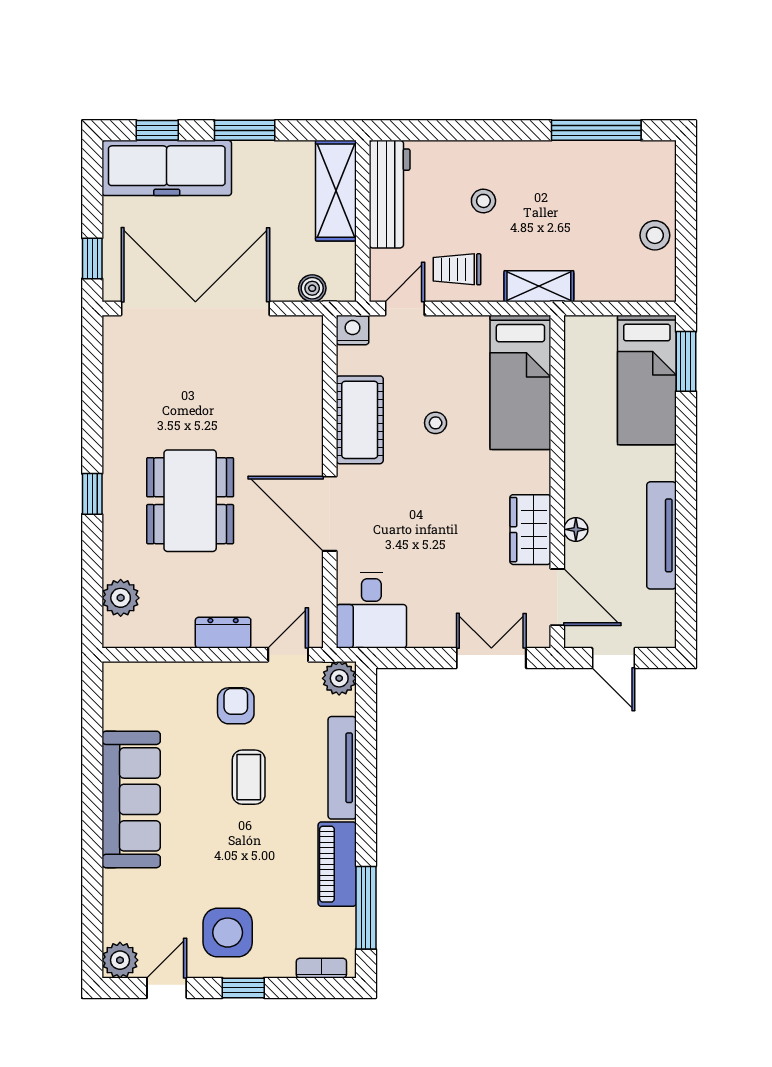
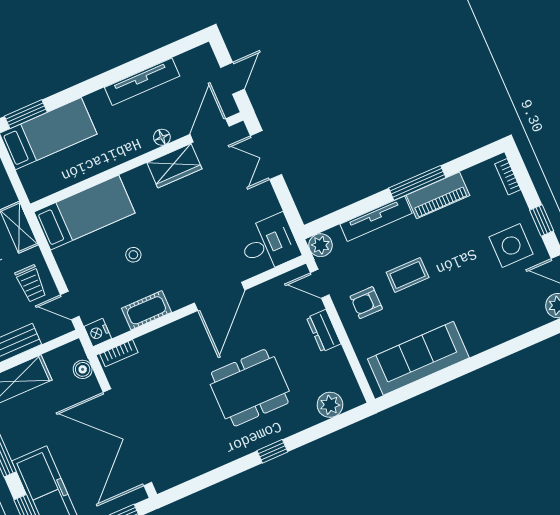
bookcase: (313, 346) -> (119, 353), added
cot: (360, 420) -> (146, 310), width x0.73, depth x0.75
sofa: (131, 799) -> (418, 358), moved
window: (366, 908) -> (417, 183), moved

